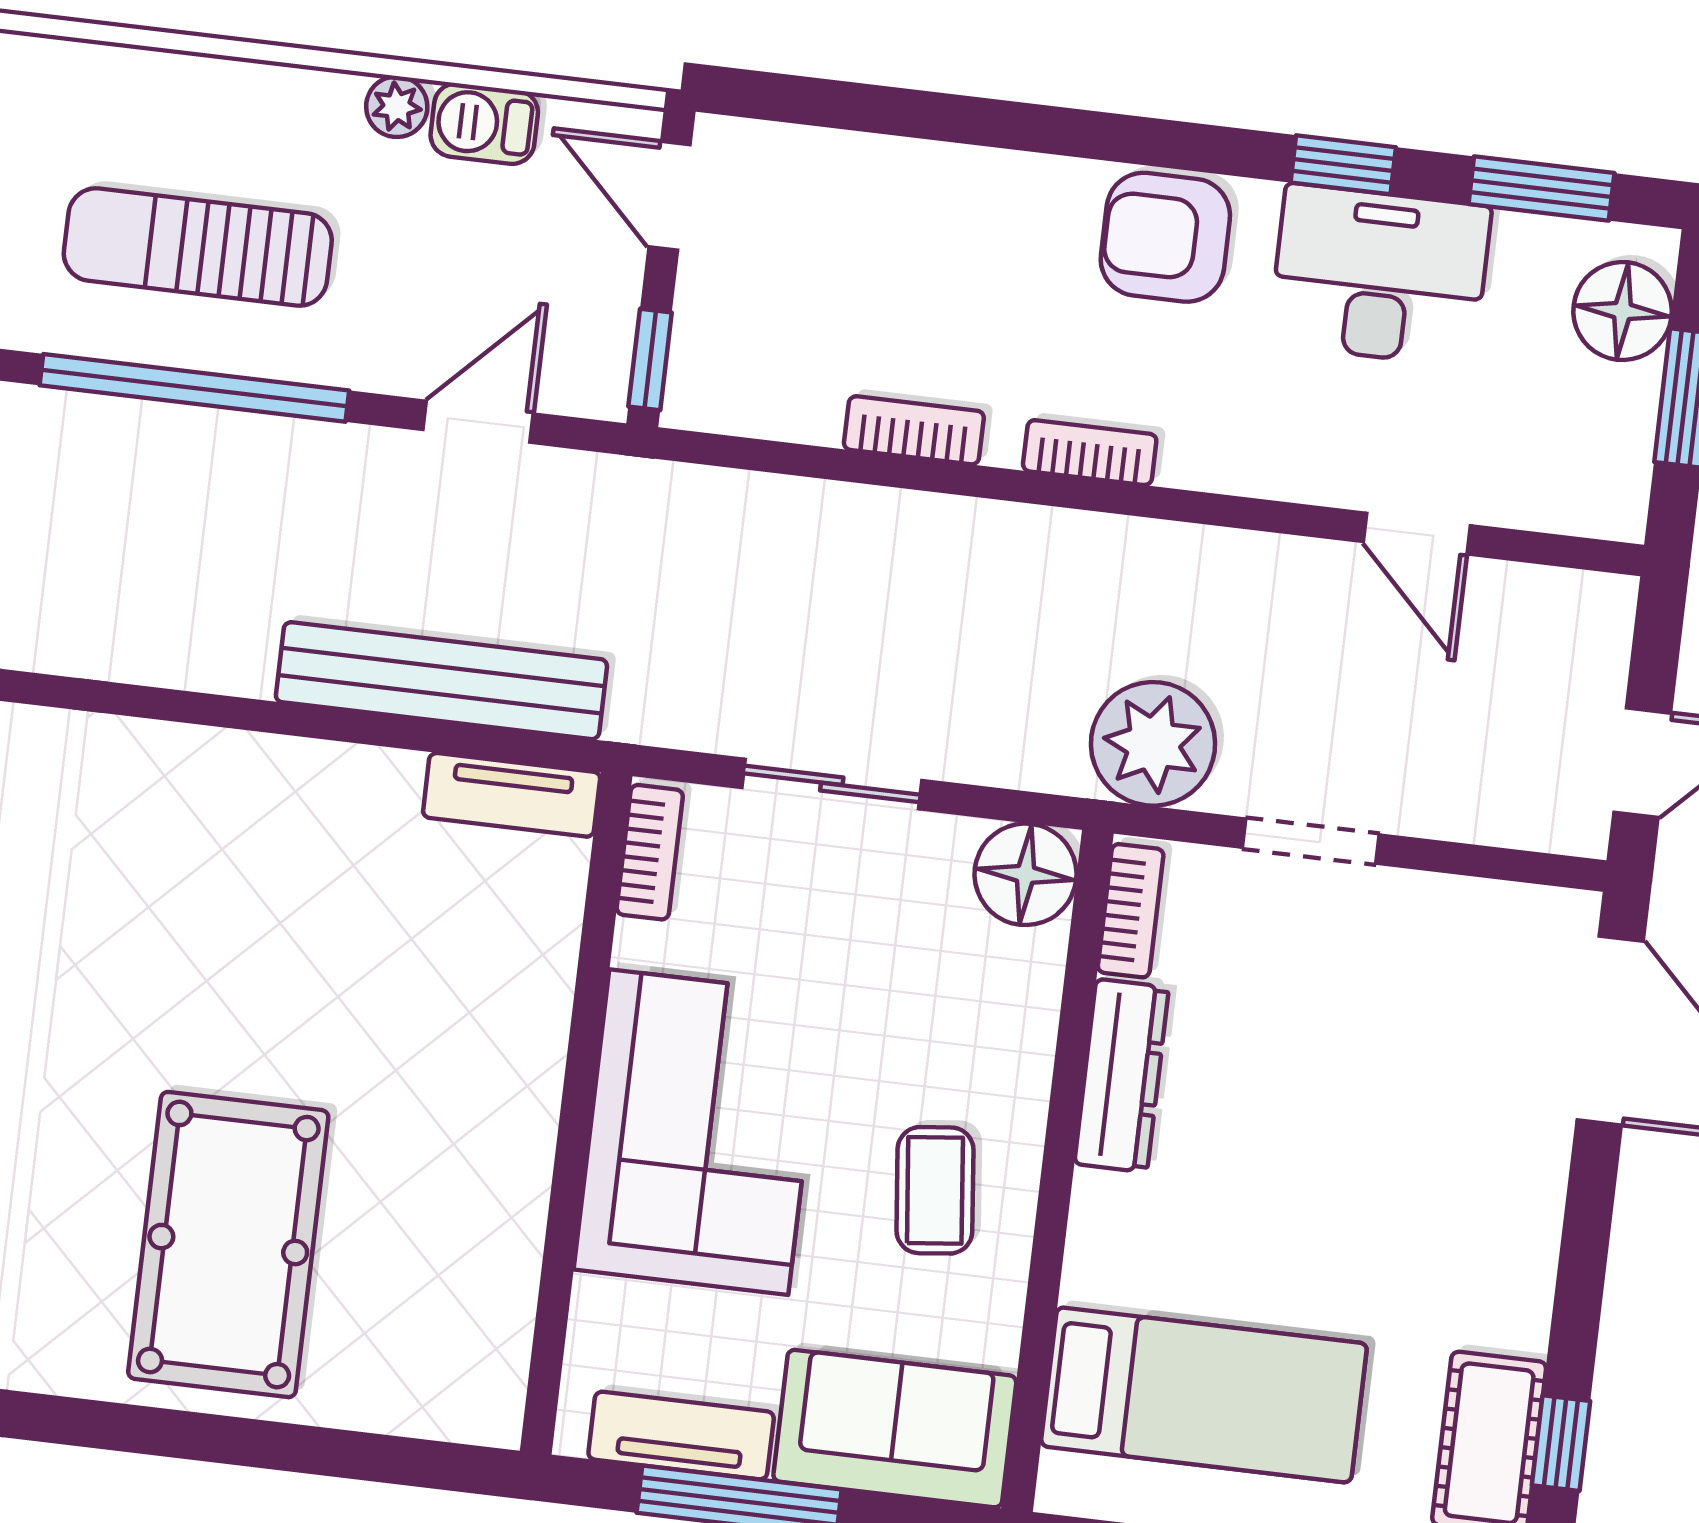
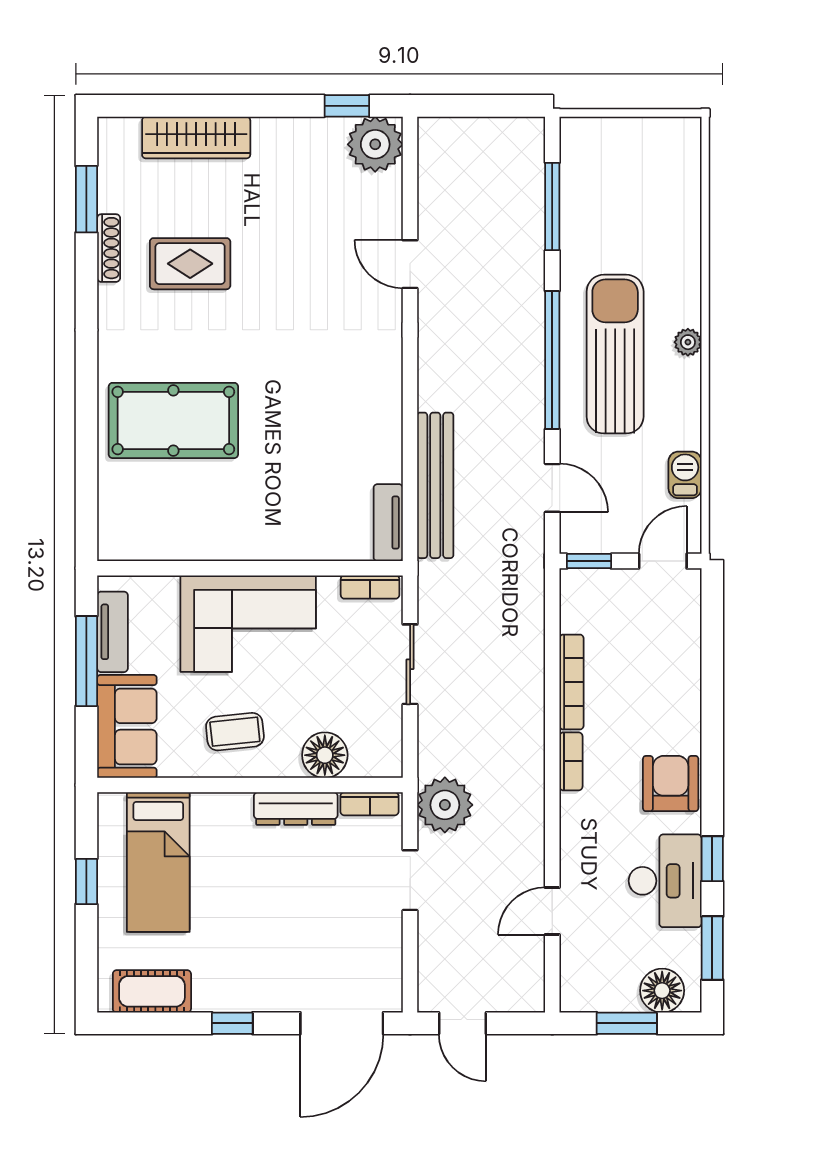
plant: (397, 107) -> (688, 342), moved
sun lounger: (198, 247) -> (615, 354), width x1.36, depth x1.34
bookcase: (914, 430) -> (572, 682), width x1.56
floor lamp: (1026, 874) -> (325, 755), moved
window: (1561, 1443) -> (232, 1023), moved

